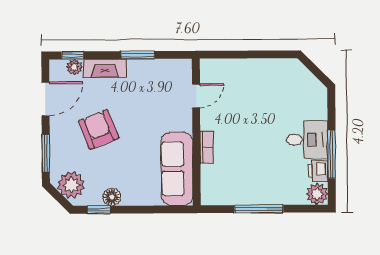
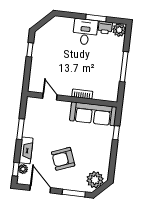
window: (267, 54) -> (30, 50), added
window: (332, 154) -> (96, 18), width x0.69
floor lamp: (112, 197) -> (105, 156), removed
window: (99, 210) -> (116, 133), moved

